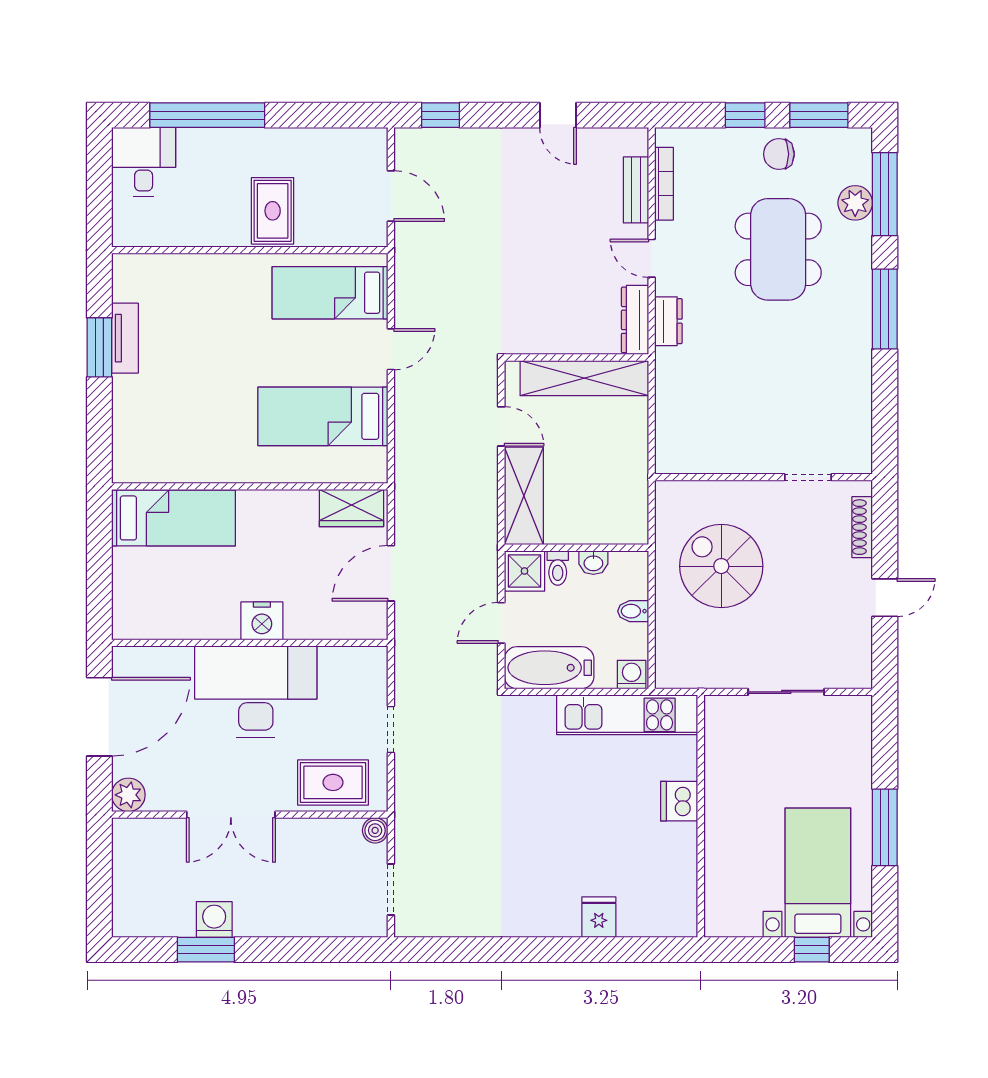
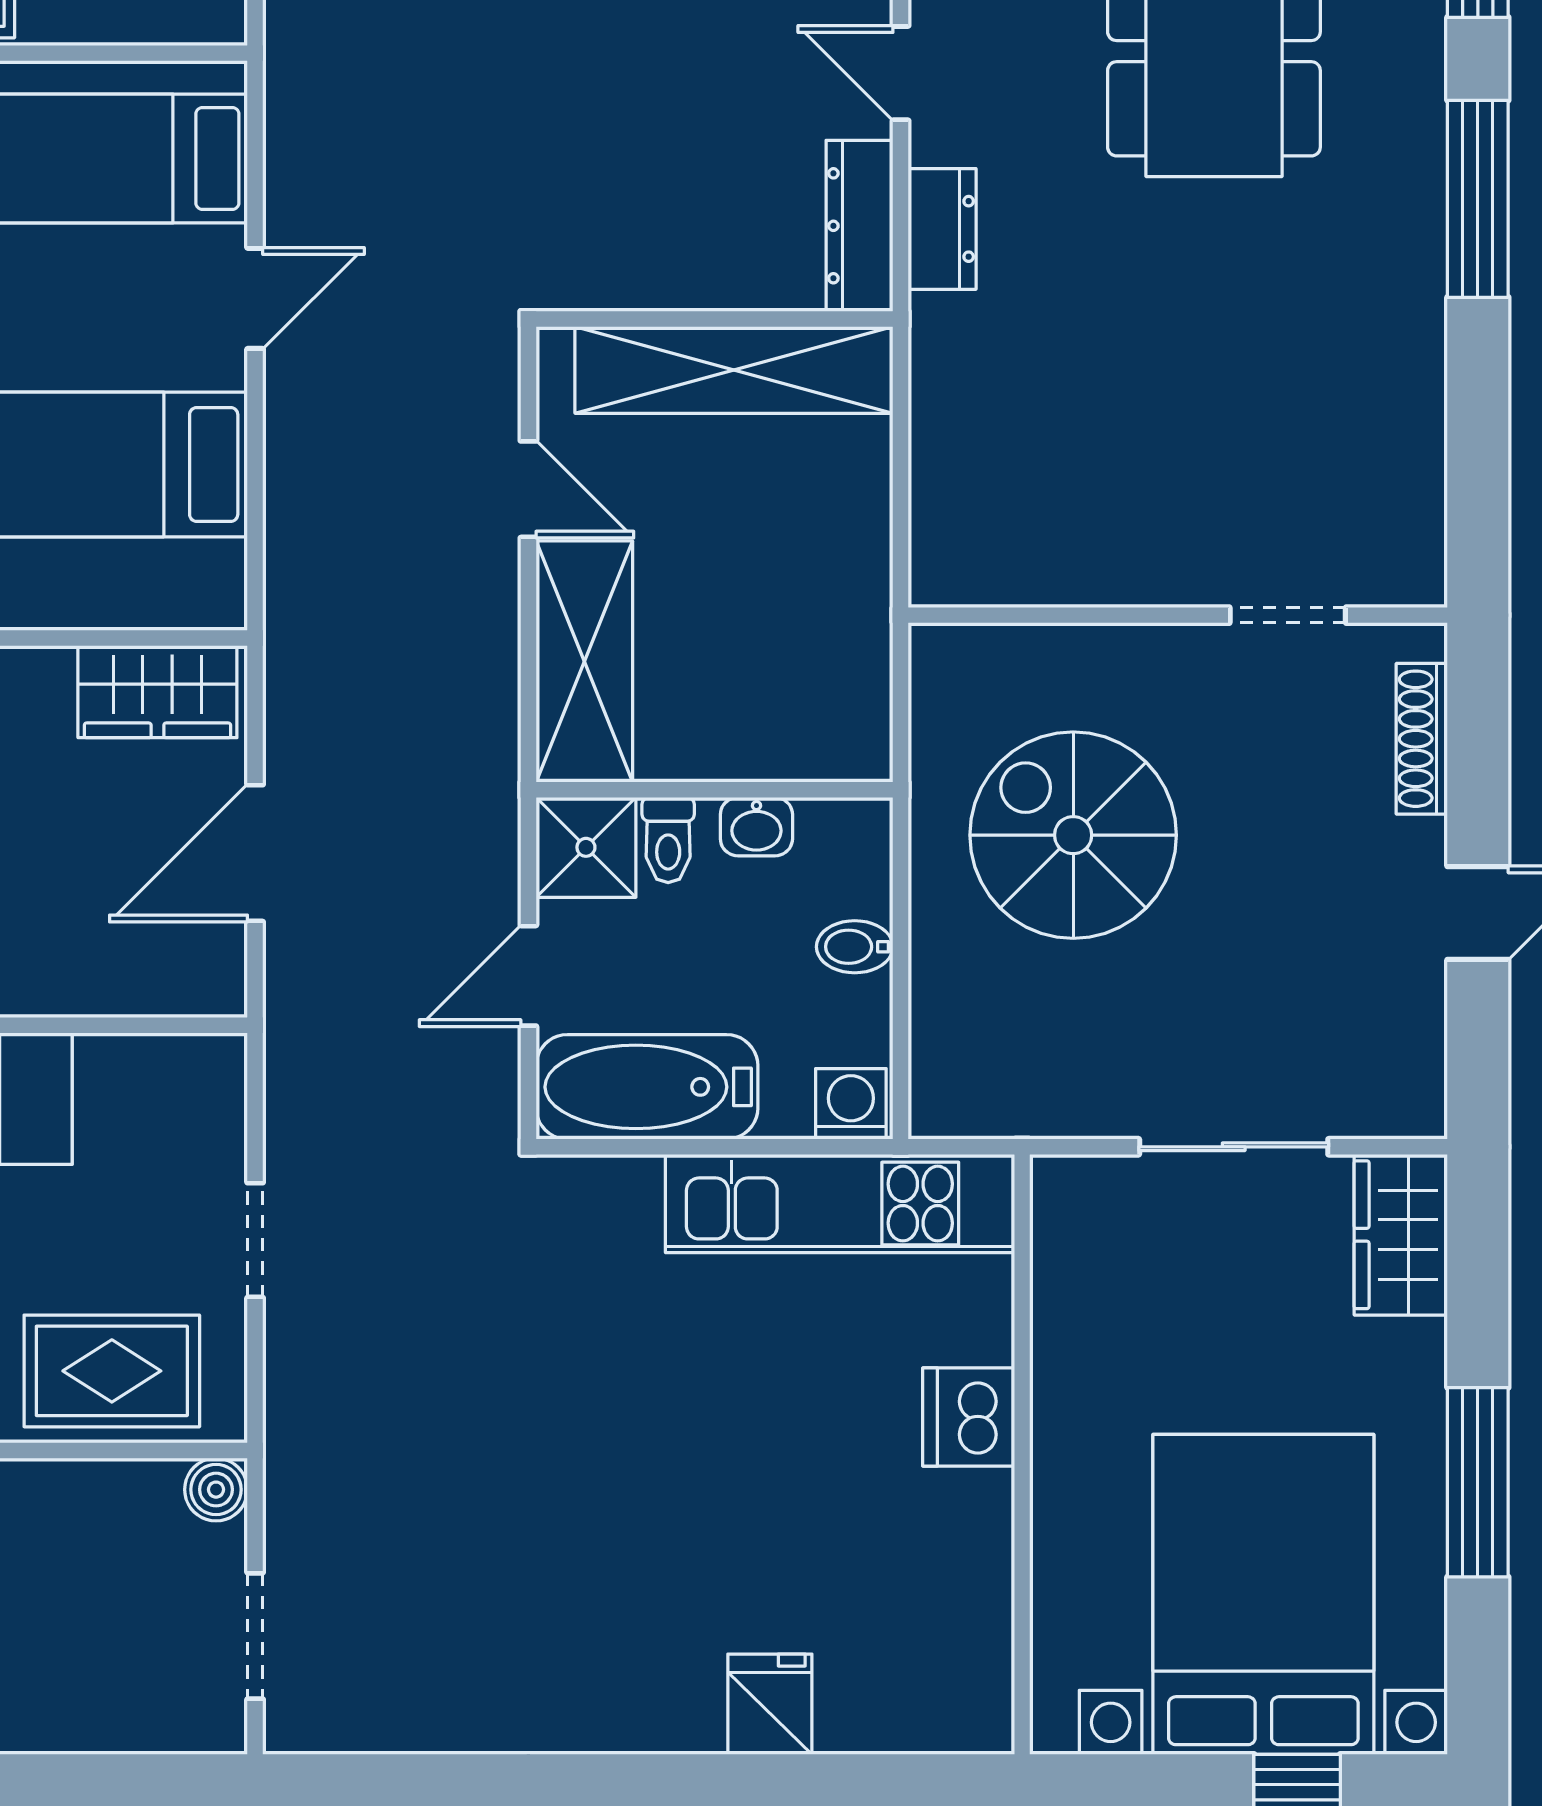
wardrobe: (854, 727) -> (1401, 1235), added
bed with nightstands: (818, 873) -> (1263, 1594), width x1.36

